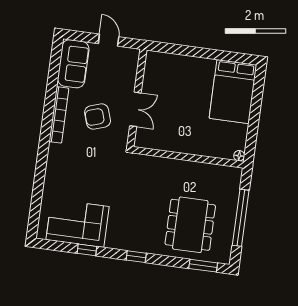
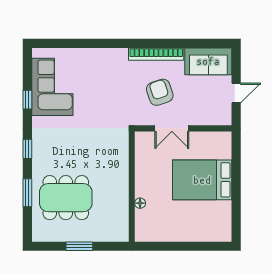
bed: (233, 92) -> (202, 180), moved
floor lamp: (239, 156) -> (140, 203), moved
window: (241, 218) -> (79, 246), width x0.47
window: (203, 266) -> (27, 193), moved

